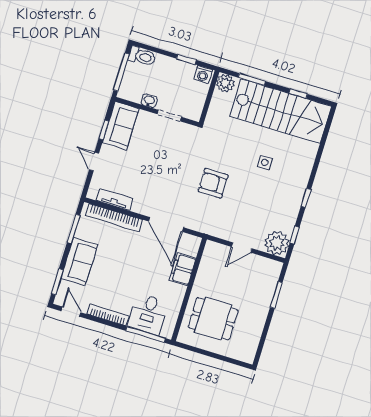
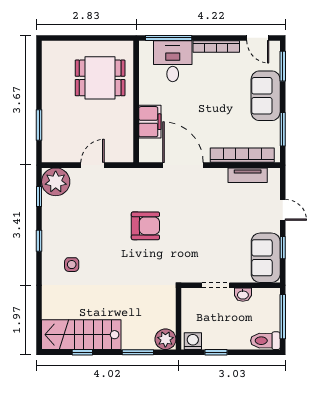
stairs: (281, 111) -> (81, 335), width x0.73, depth x0.66
side table: (265, 162) -> (72, 265), moved

